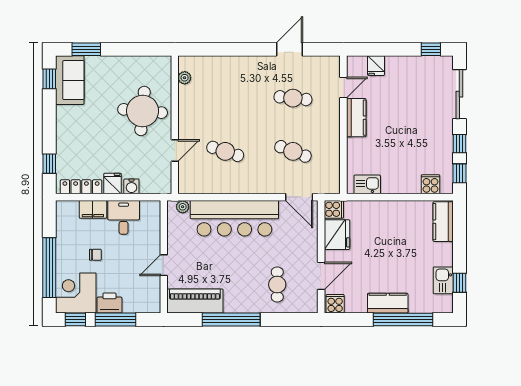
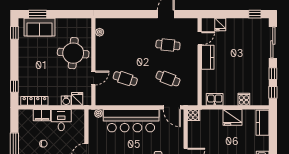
sofa: (70, 80) -> (39, 27), moved, turned 90
fridge: (113, 184) -> (77, 99), moved
cooker: (431, 184) -> (244, 99), moved
fridge: (337, 235) -> (232, 117), moved, turned 90

